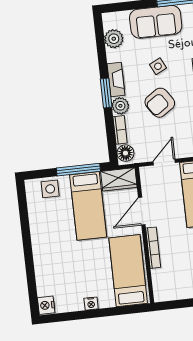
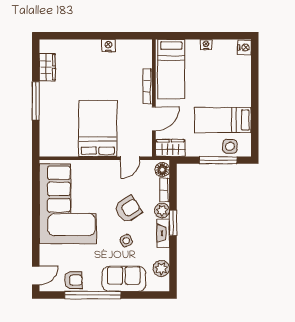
window: (78, 170) -> (218, 160), moved
bed: (88, 206) -> (223, 120), moved, turned -90

